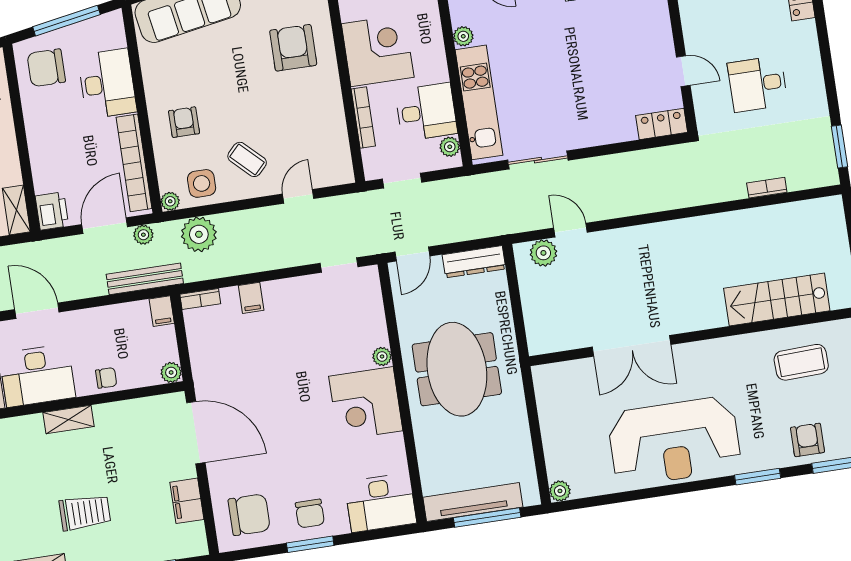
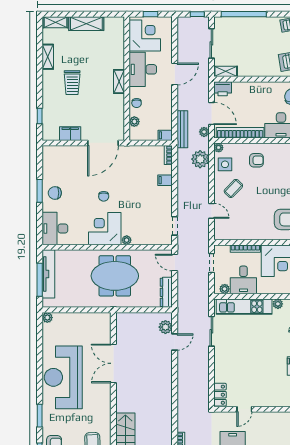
plant: (171, 372) -> (134, 122), moved
chair: (249, 515) -> (104, 196), moved, width x0.54, depth x0.54

